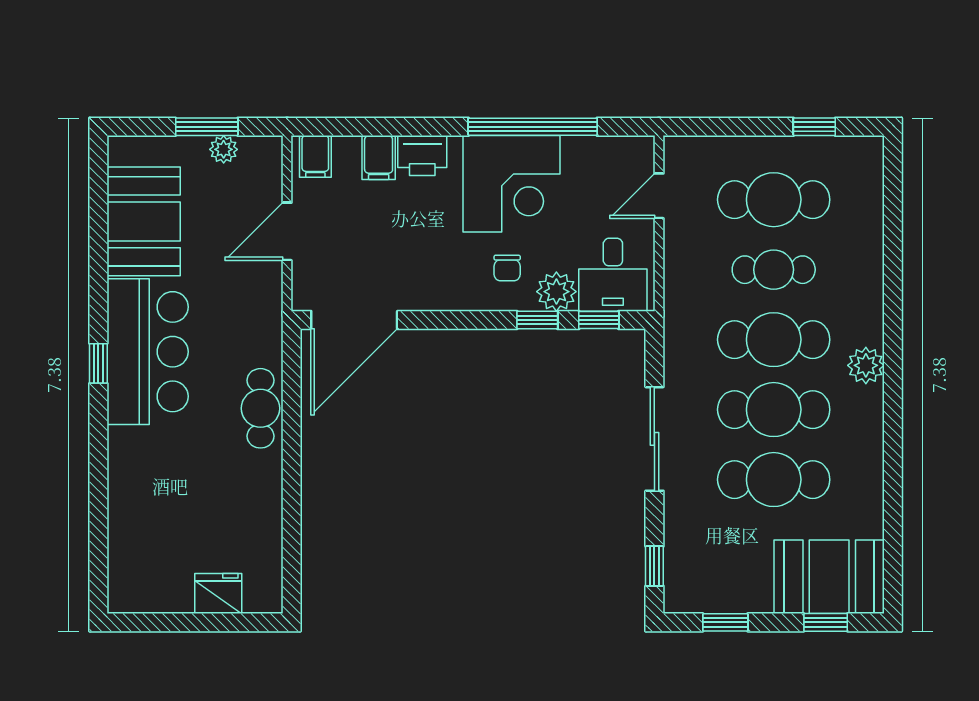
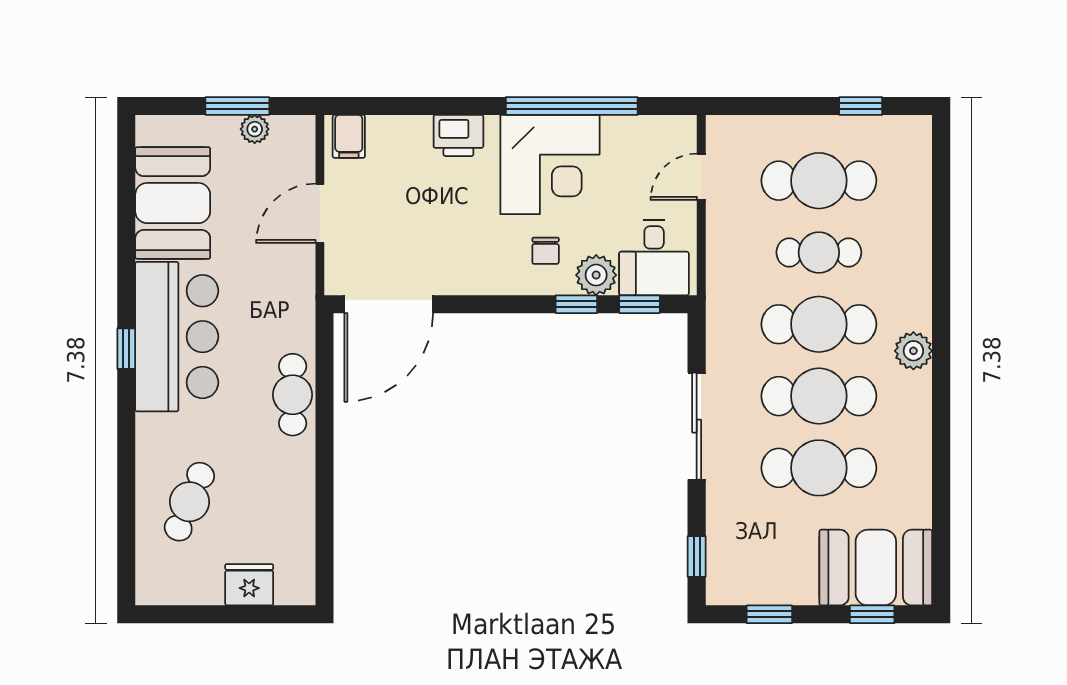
filing cabinet: (379, 158) -> (414, 137), removed
cafe table: (160, 513) -> (189, 502), added

